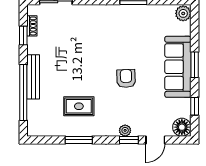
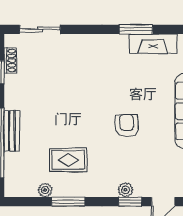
fireplace: (147, 12) -> (153, 44), added
bench: (33, 77) -> (12, 131), width x0.73
plant: (60, 131) -> (45, 190), added

